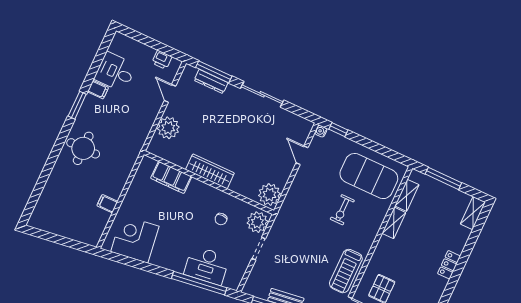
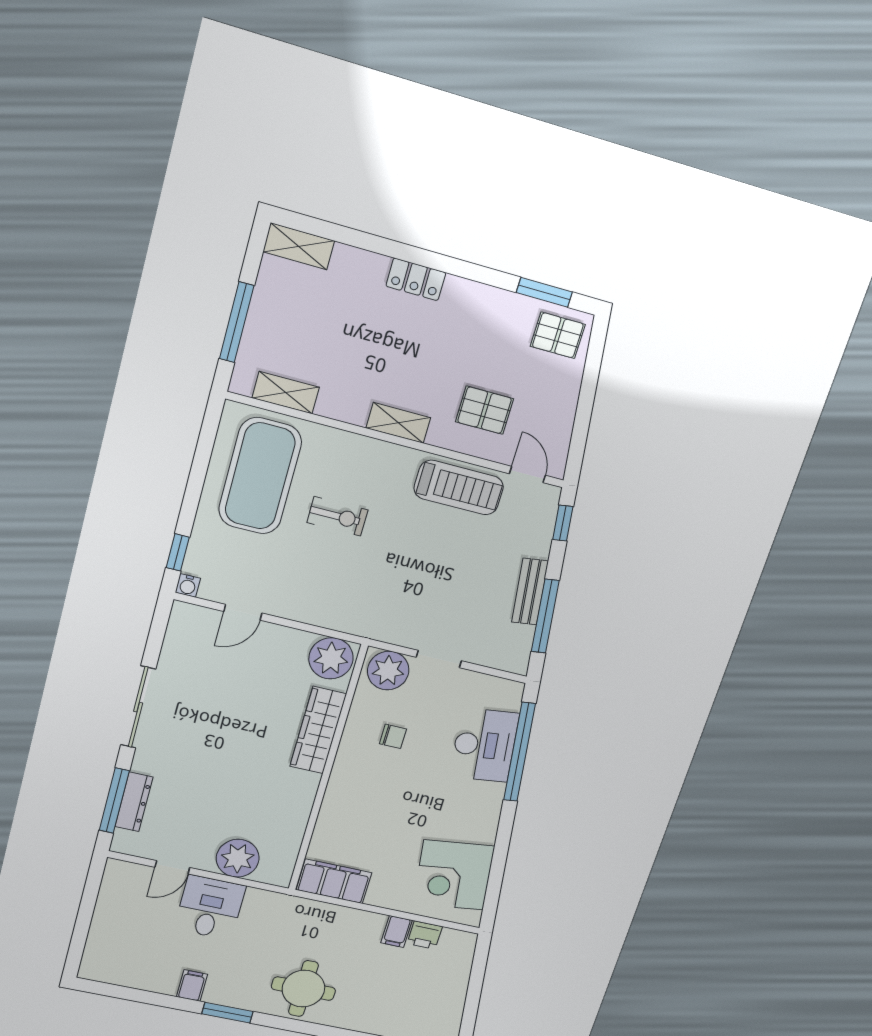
printer: (162, 60) -> (425, 935), moved, turned 90
desk: (115, 72) -> (210, 908), moved, turned 180
wardrobe: (210, 171) -> (318, 730), moved
filing cabinet: (171, 177) -> (334, 881), moved, turned -90
shelving: (394, 223) -> (398, 423), moved

